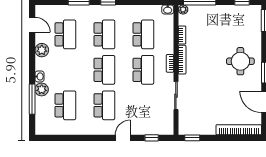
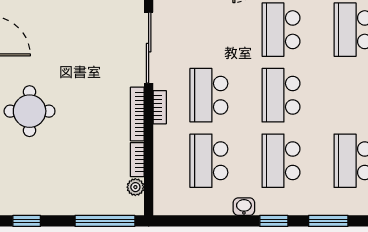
plant: (183, 9) -> (135, 187), moved
washbasin: (168, 10) -> (244, 207), moved
sliding door: (176, 96) -> (149, 48), width x1.37

